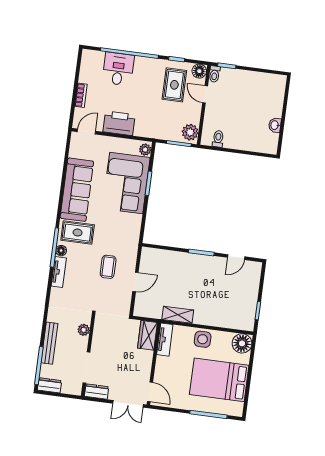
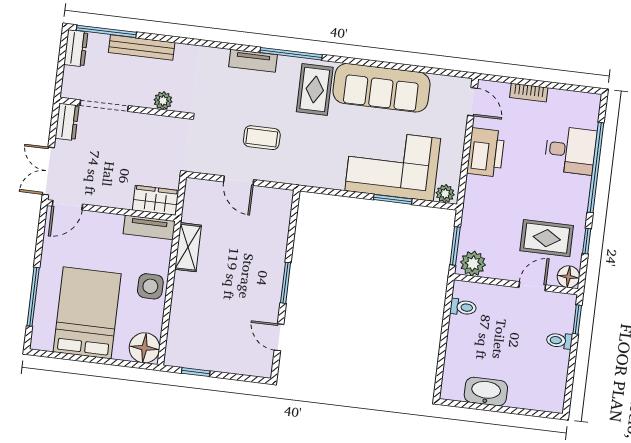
toilet: (215, 74) -> (559, 341), moved
washbasin: (275, 125) -> (486, 392), width x1.91, depth x1.45
floor lamp: (61, 251) -> (286, 64), removed

